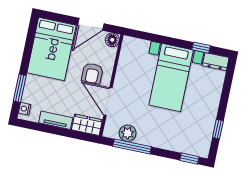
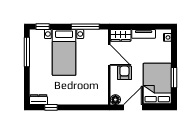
bed with nightstands: (171, 78) -> (64, 52), moved, turned 180
window: (20, 88) -> (174, 78), moved
window: (218, 129) -> (27, 52), width x2.17
plant: (128, 133) -> (90, 35), removed

